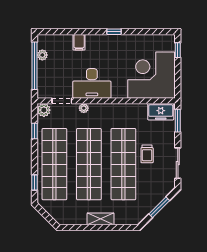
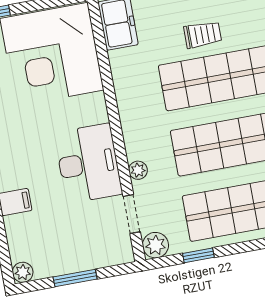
plant: (42, 55) -> (23, 272), moved
window: (35, 66) -> (75, 278), width x0.47

